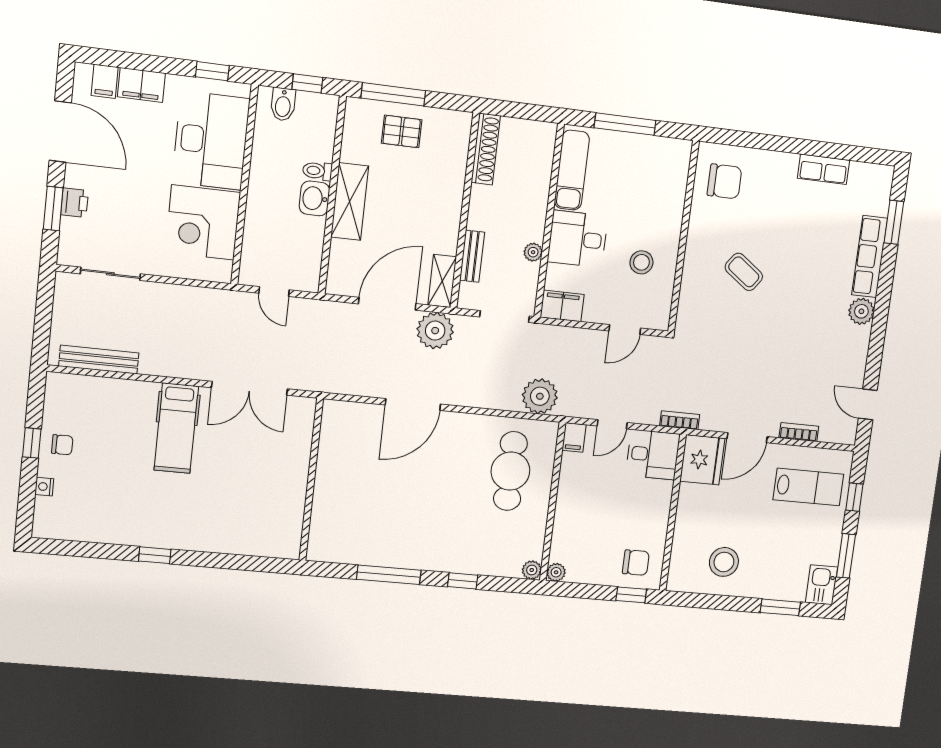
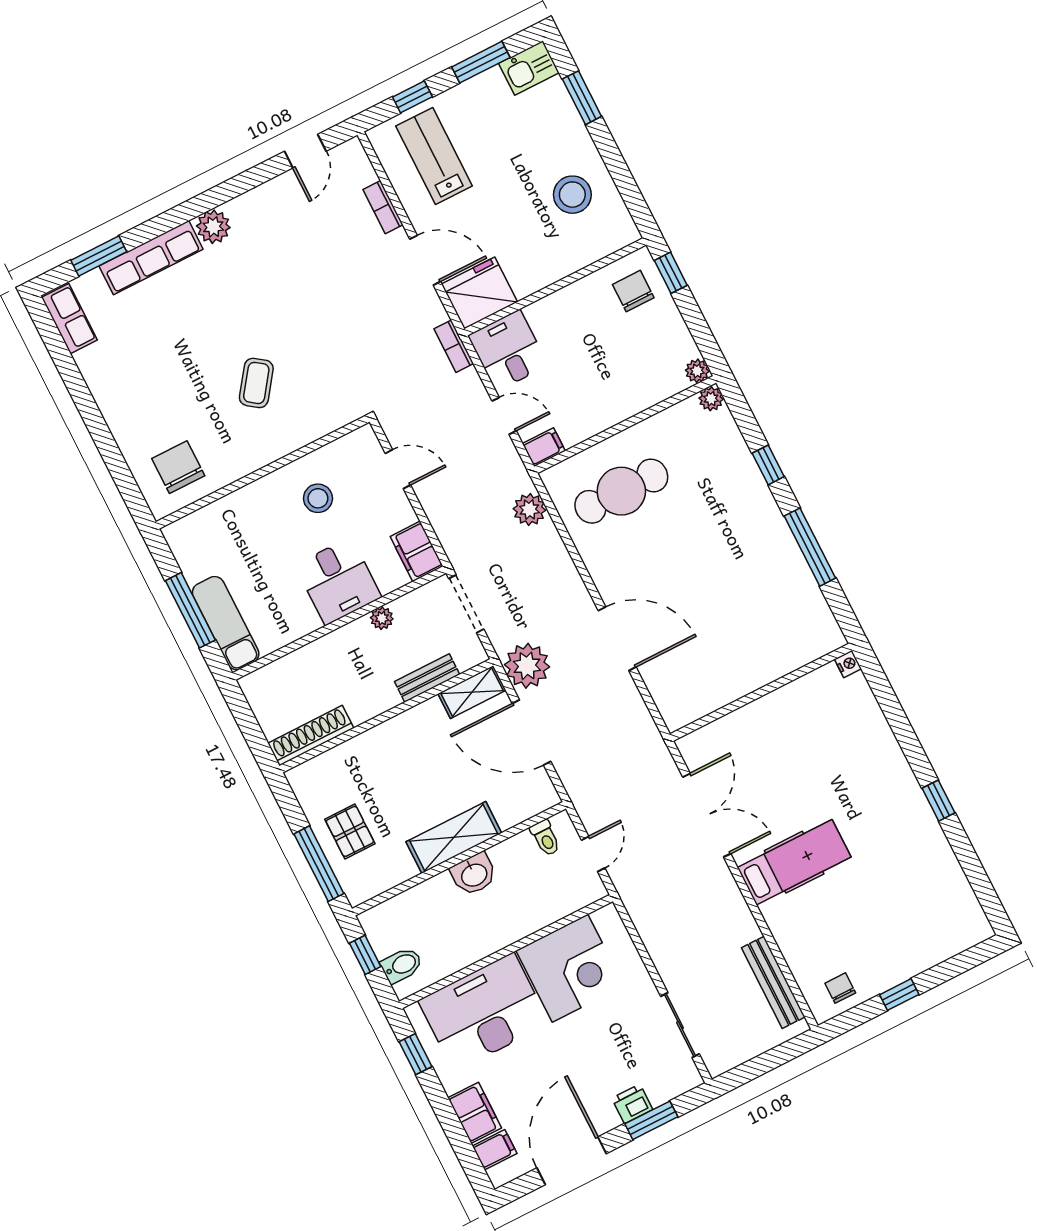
row of seats: (823, 169) -> (69, 319), moved
exam couch: (572, 170) -> (226, 623), moved, turned 90
toilet: (317, 171) -> (545, 838), moved
plant: (540, 396) -> (529, 510), width x0.73, depth x0.73
chair: (62, 445) -> (840, 988), moved
nightstand: (44, 487) -> (848, 664), moved, turned -90

